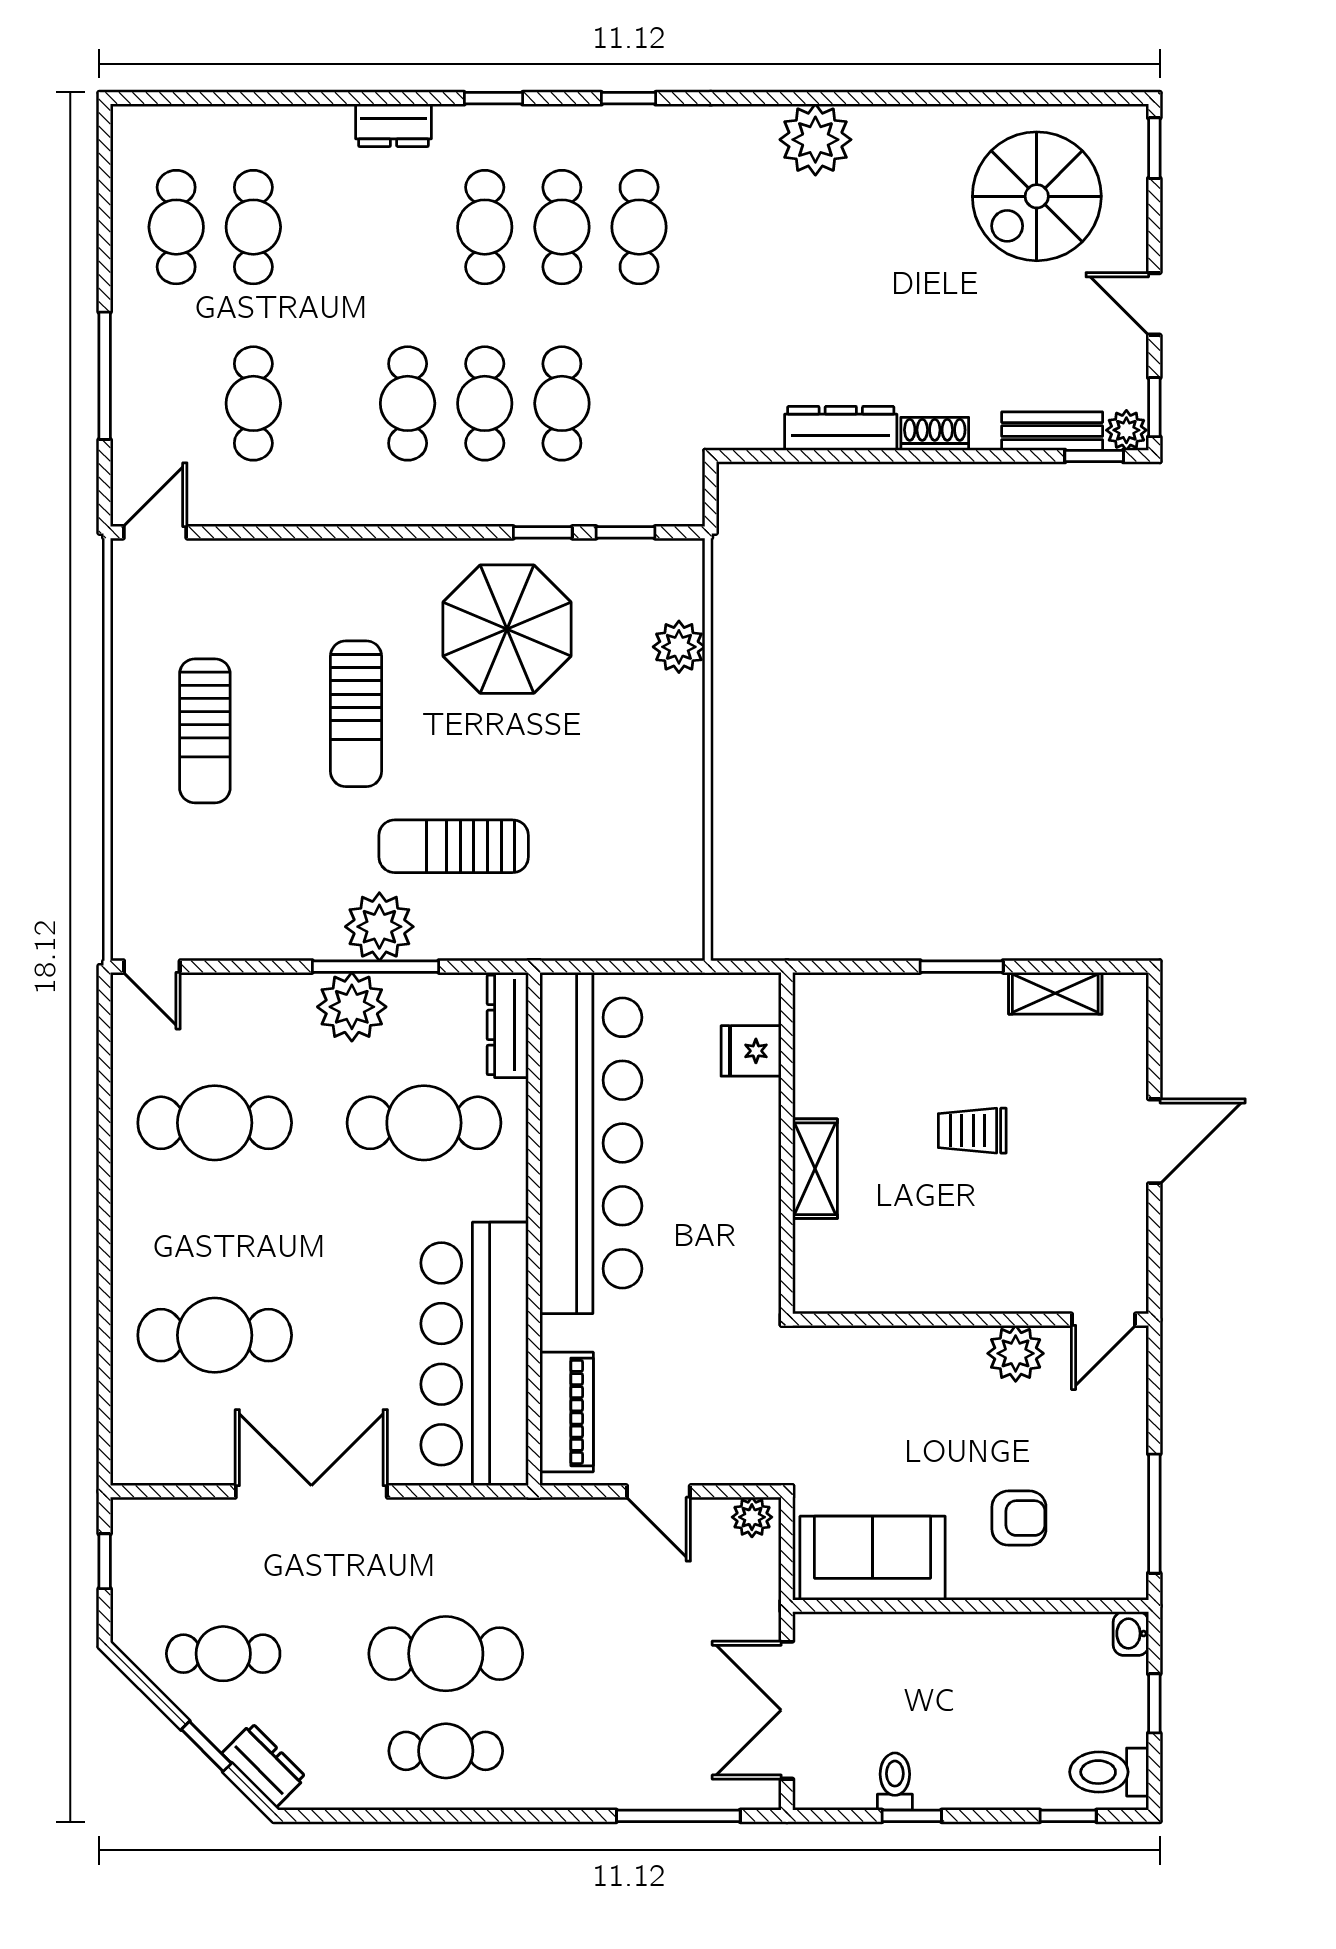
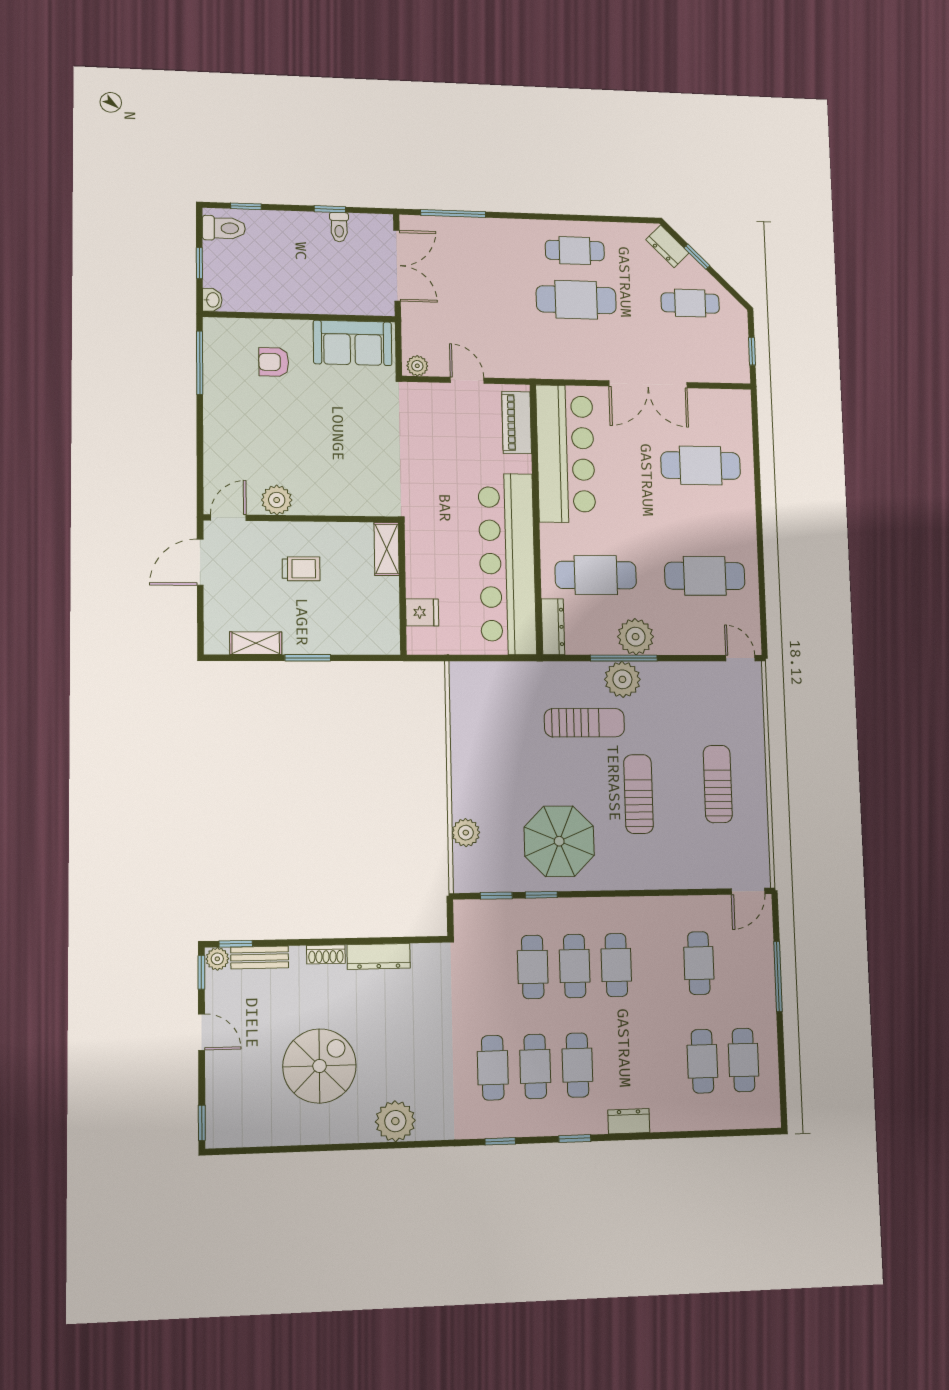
spiral stairs: (1037, 196) -> (319, 1066), moved
wall: (971, 1320) -> (301, 518), moved
door: (1103, 1320) -> (228, 518), moved
plant: (1016, 1353) -> (277, 500), moved

